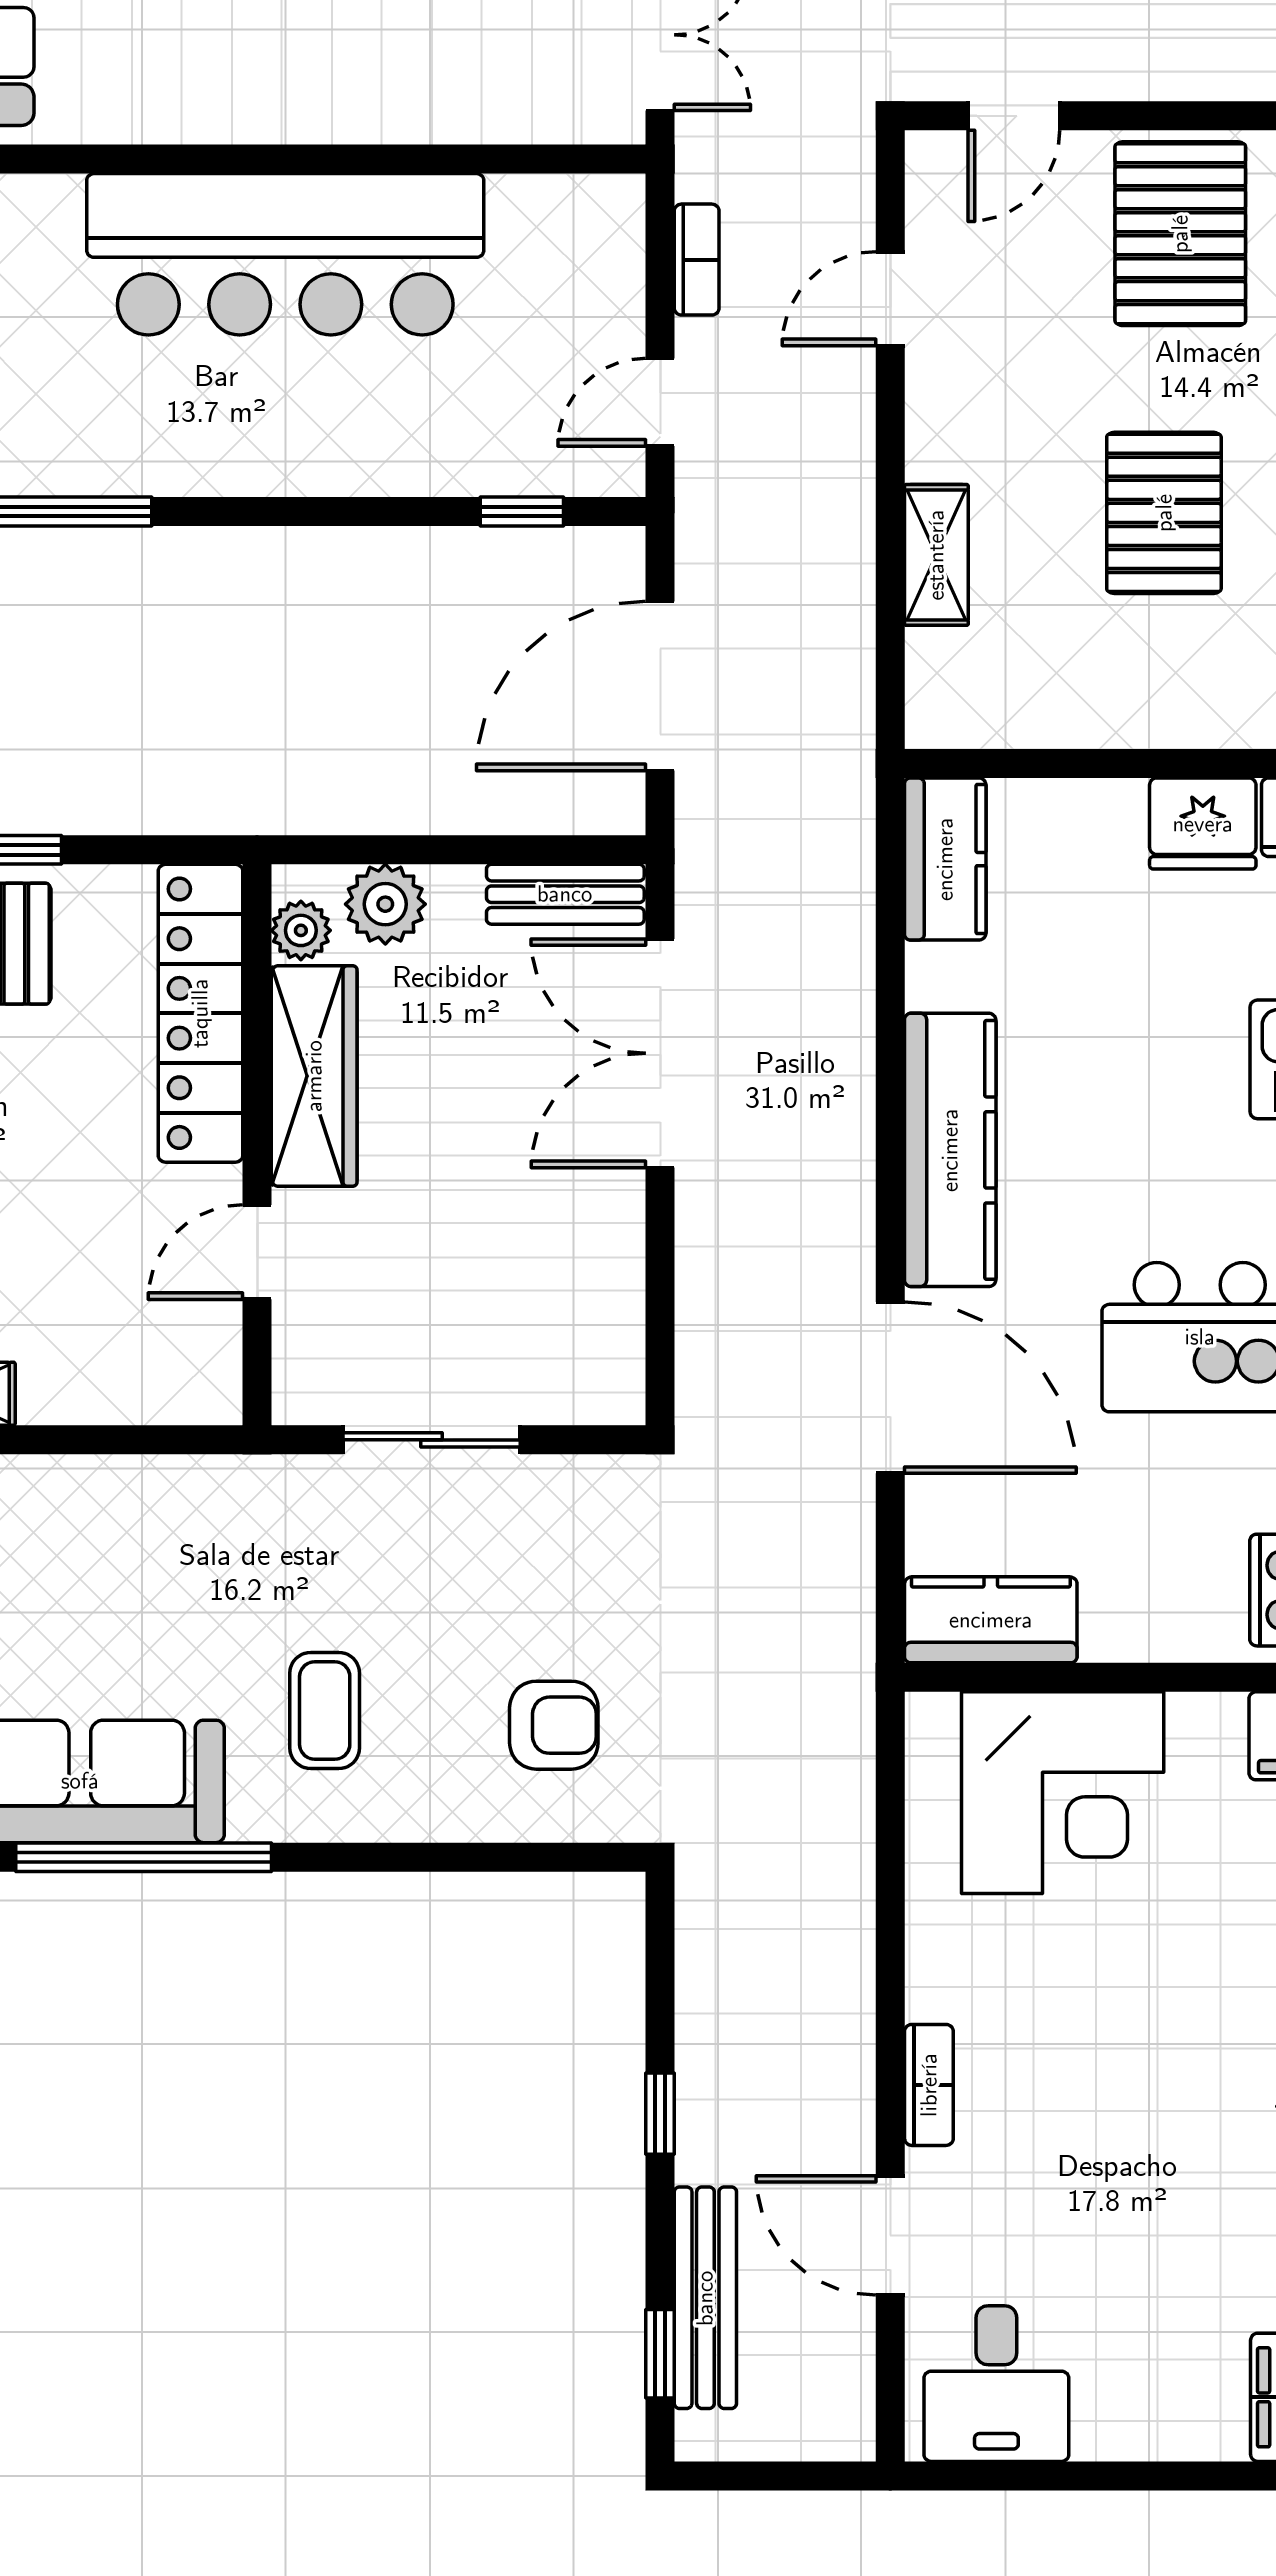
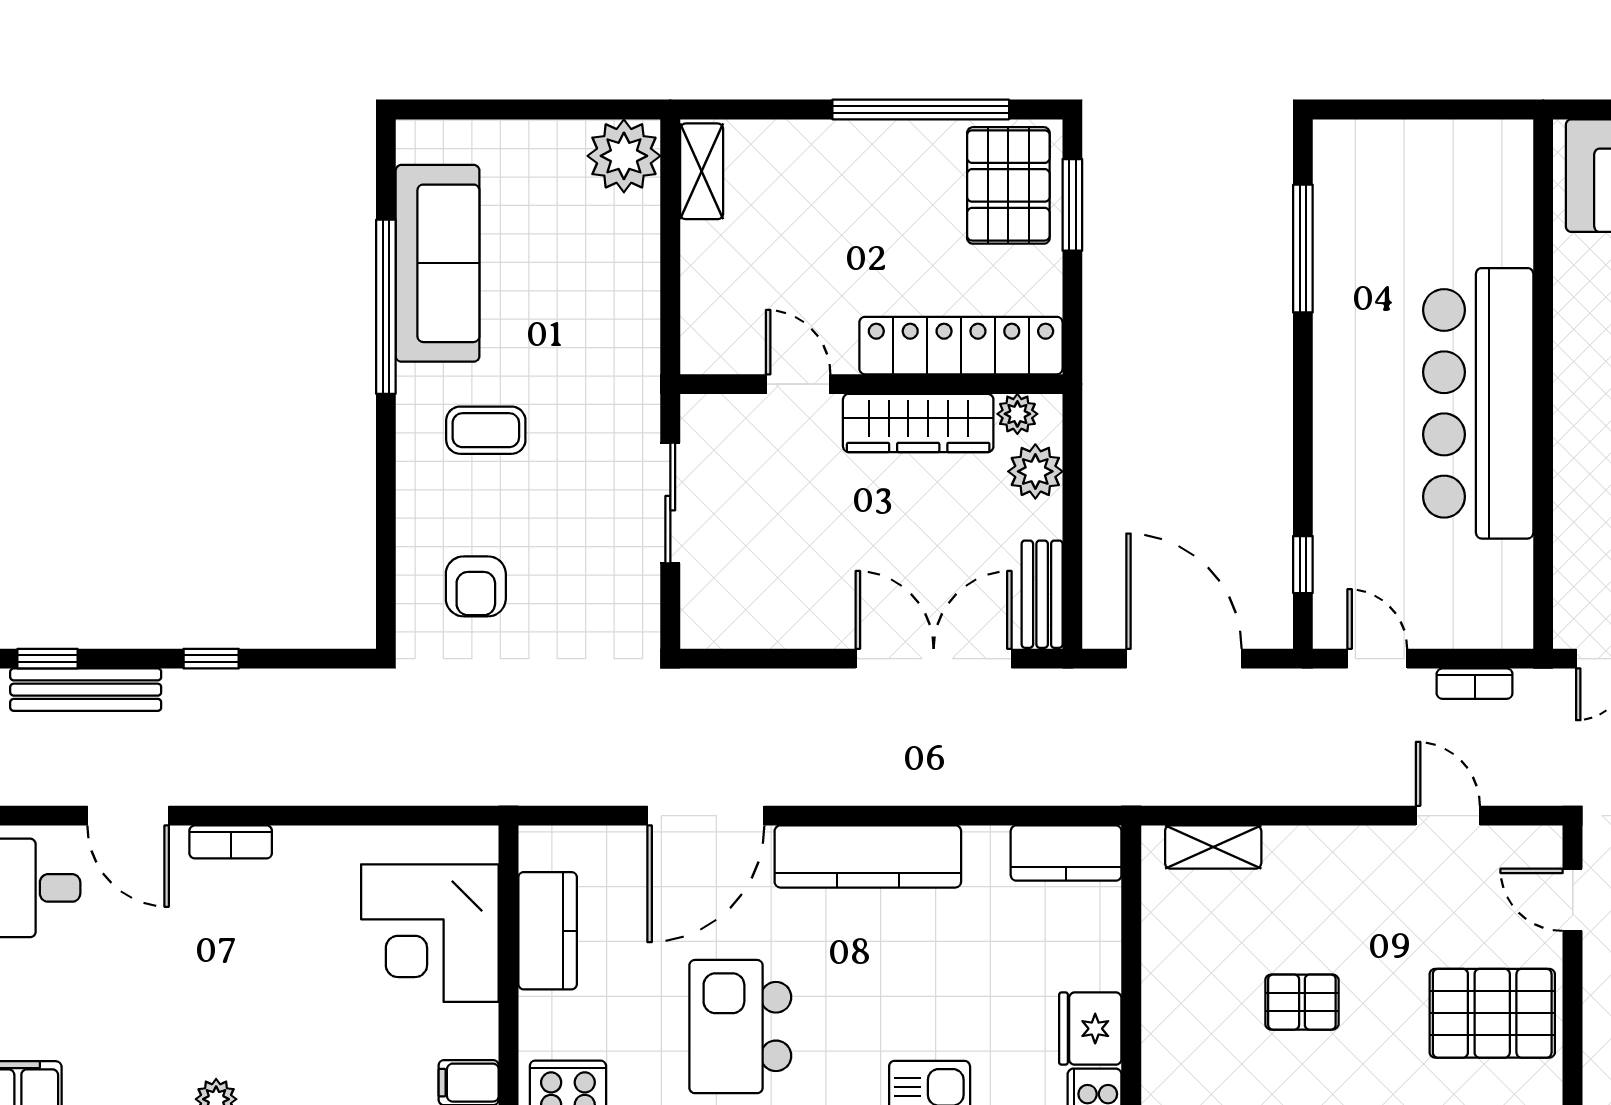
pallet: (1164, 513) -> (1302, 1002), width x0.67, depth x0.71
shelving: (936, 555) -> (1213, 847), moved
kitchen counter: (991, 1620) -> (548, 931), moved
door: (890, 2235) -> (128, 816), swing flipped

